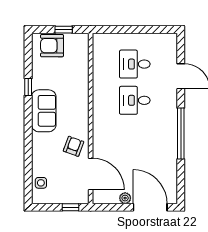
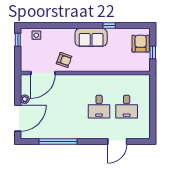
desk: (135, 64) -> (127, 107), turned 180
desk: (135, 100) -> (99, 107), turned 180
window: (181, 134) -> (58, 142), moved
window: (71, 207) -> (18, 40), moved

